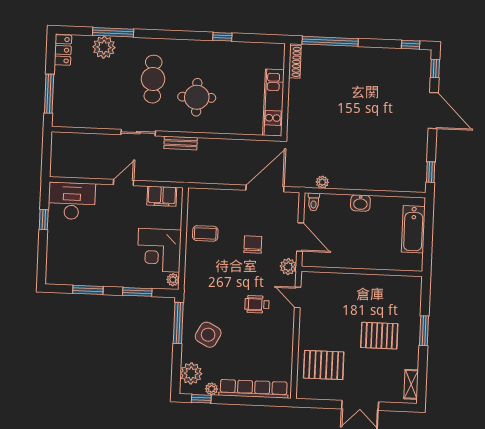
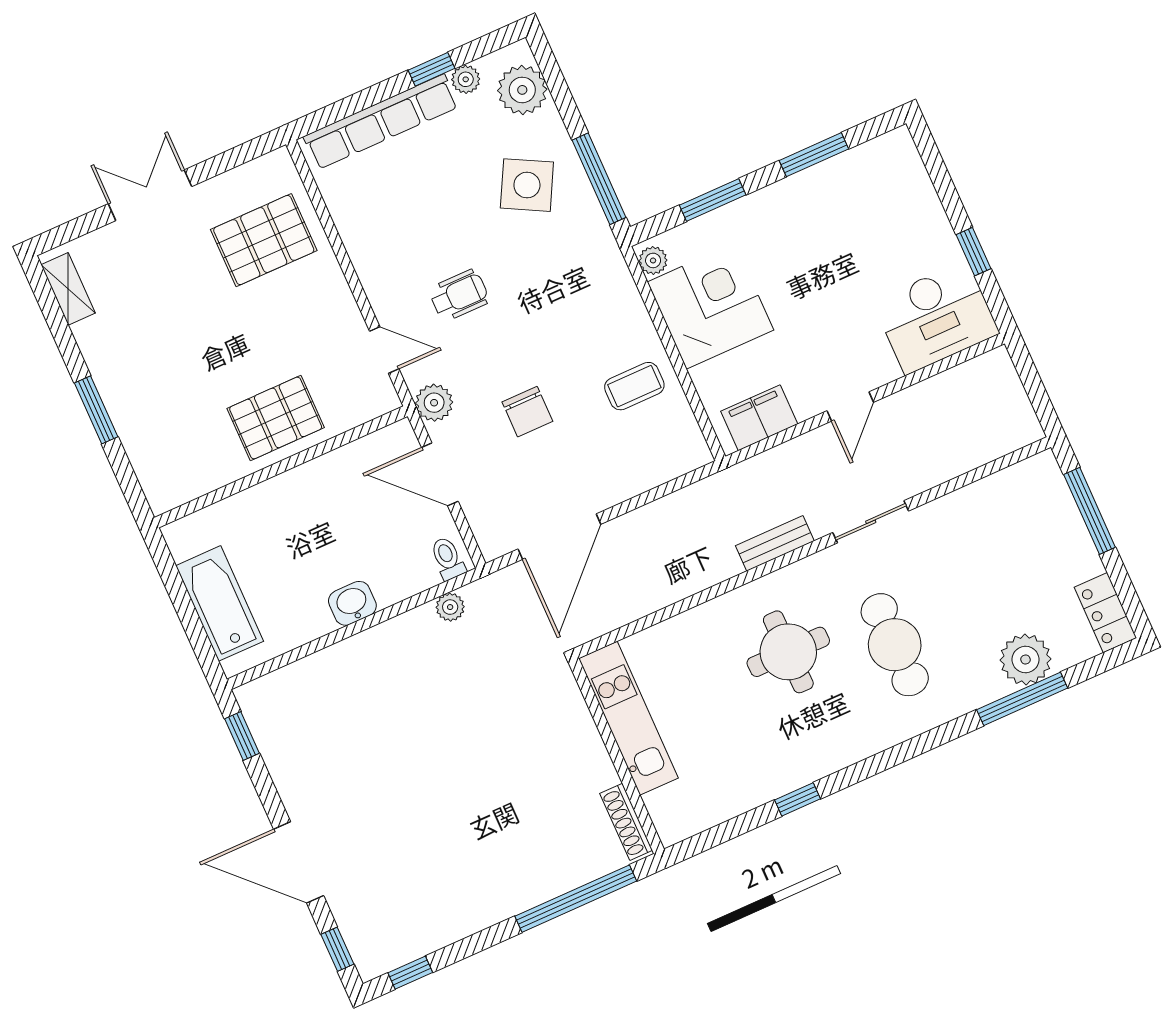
pallet: (379, 336) -> (276, 418), moved
window: (201, 399) -> (432, 69), moved

